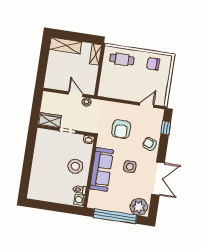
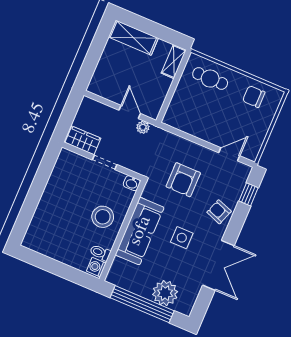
plant: (139, 207) -> (165, 293), moved

